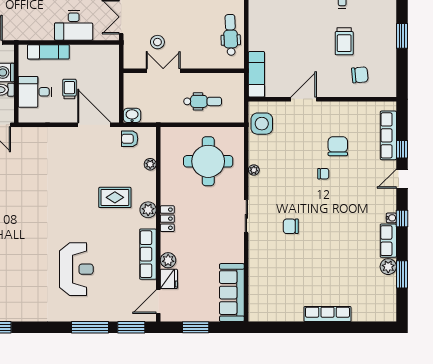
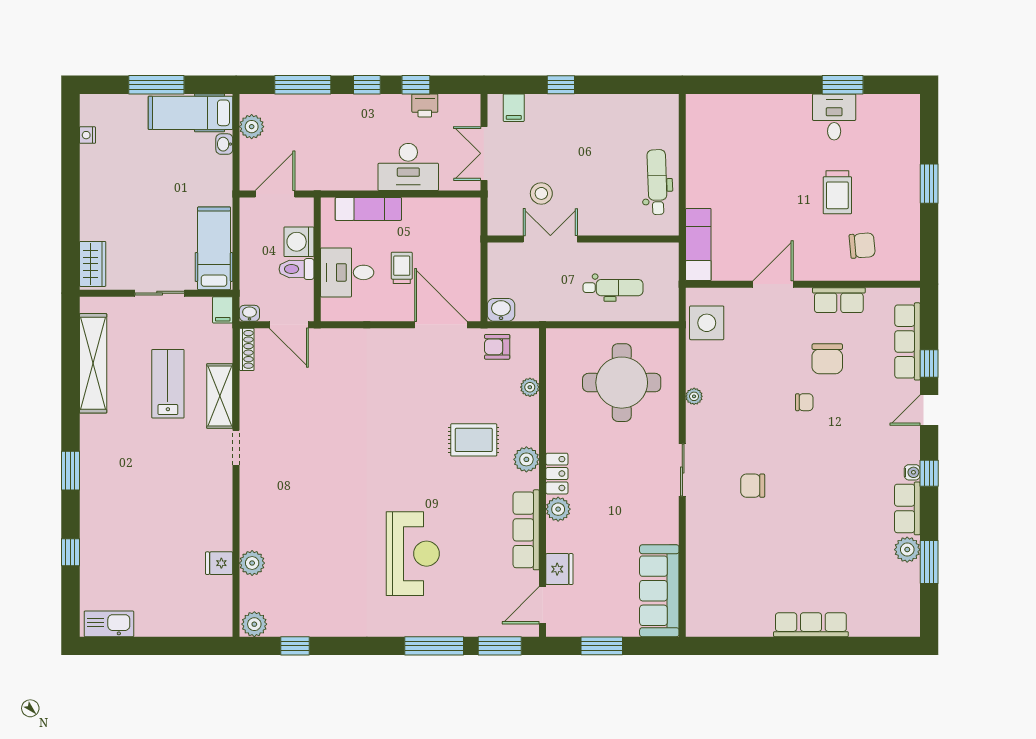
row of seats: (345, 109) -> (839, 300), added
chair: (338, 146) -> (827, 359), turned 180
plant: (168, 260) -> (558, 509), moved

